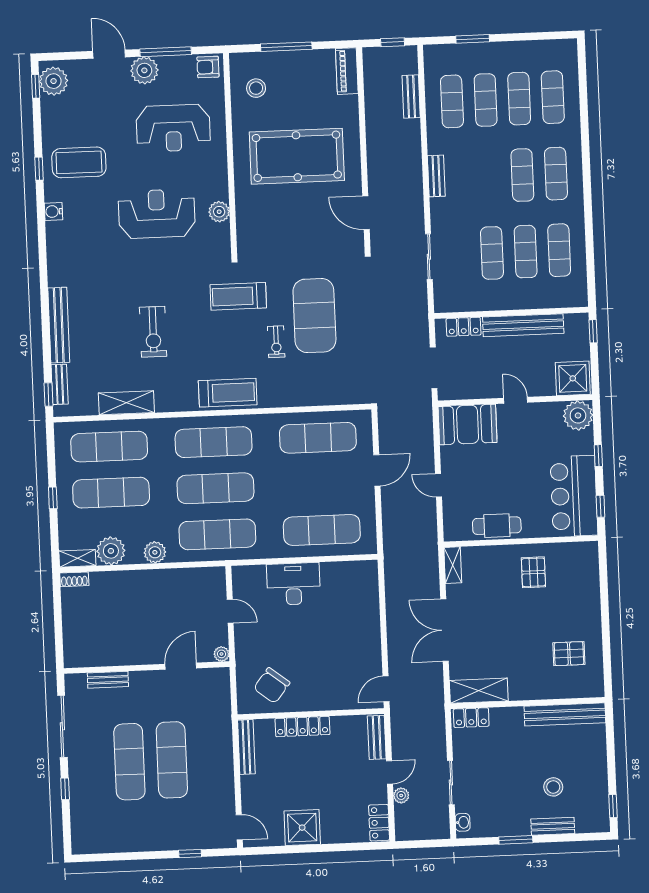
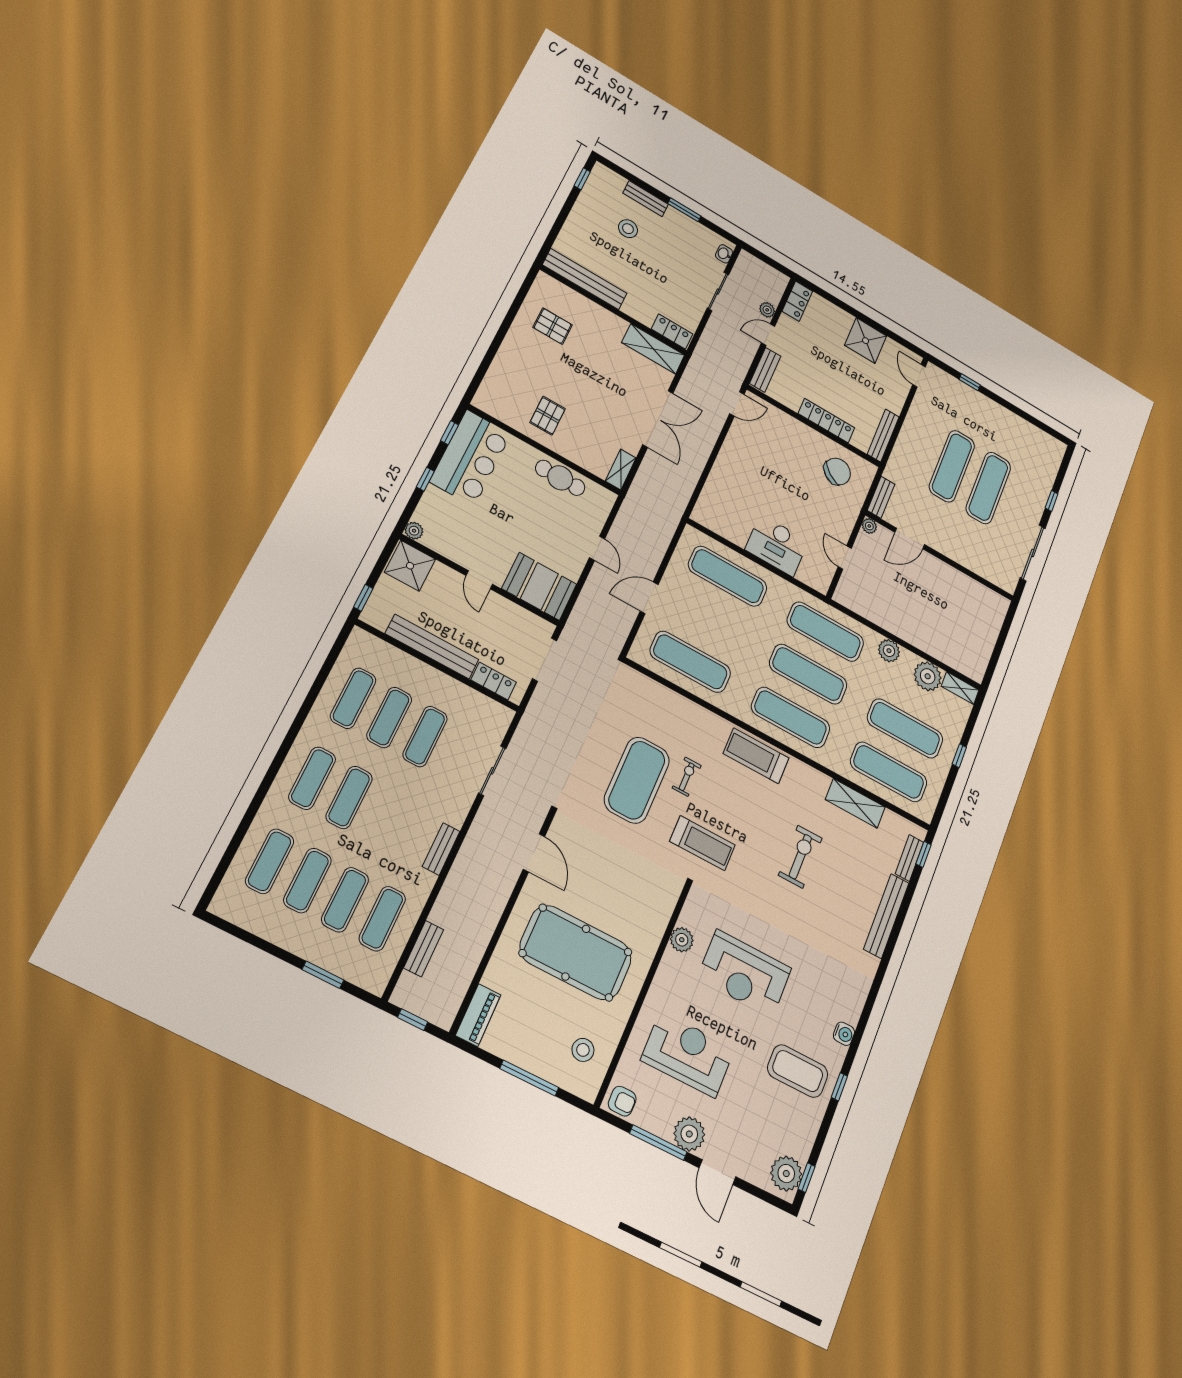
plant: (578, 415) -> (414, 531), width x0.53, depth x0.53
shoe rack: (74, 579) -> (970, 671), removed
bench: (108, 680) -> (881, 497), moved, turned 90

